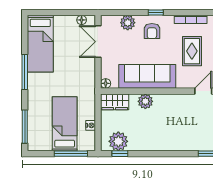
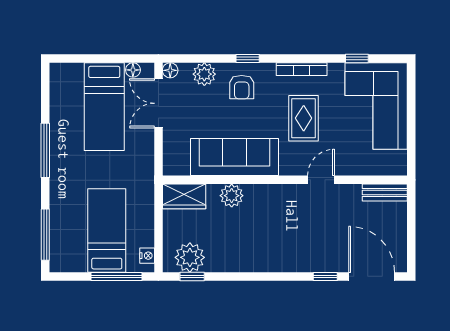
bed: (40, 44) -> (104, 107), moved
floor lamp: (106, 83) -> (170, 70), moved
nightstand: (91, 125) -> (147, 256), moved

